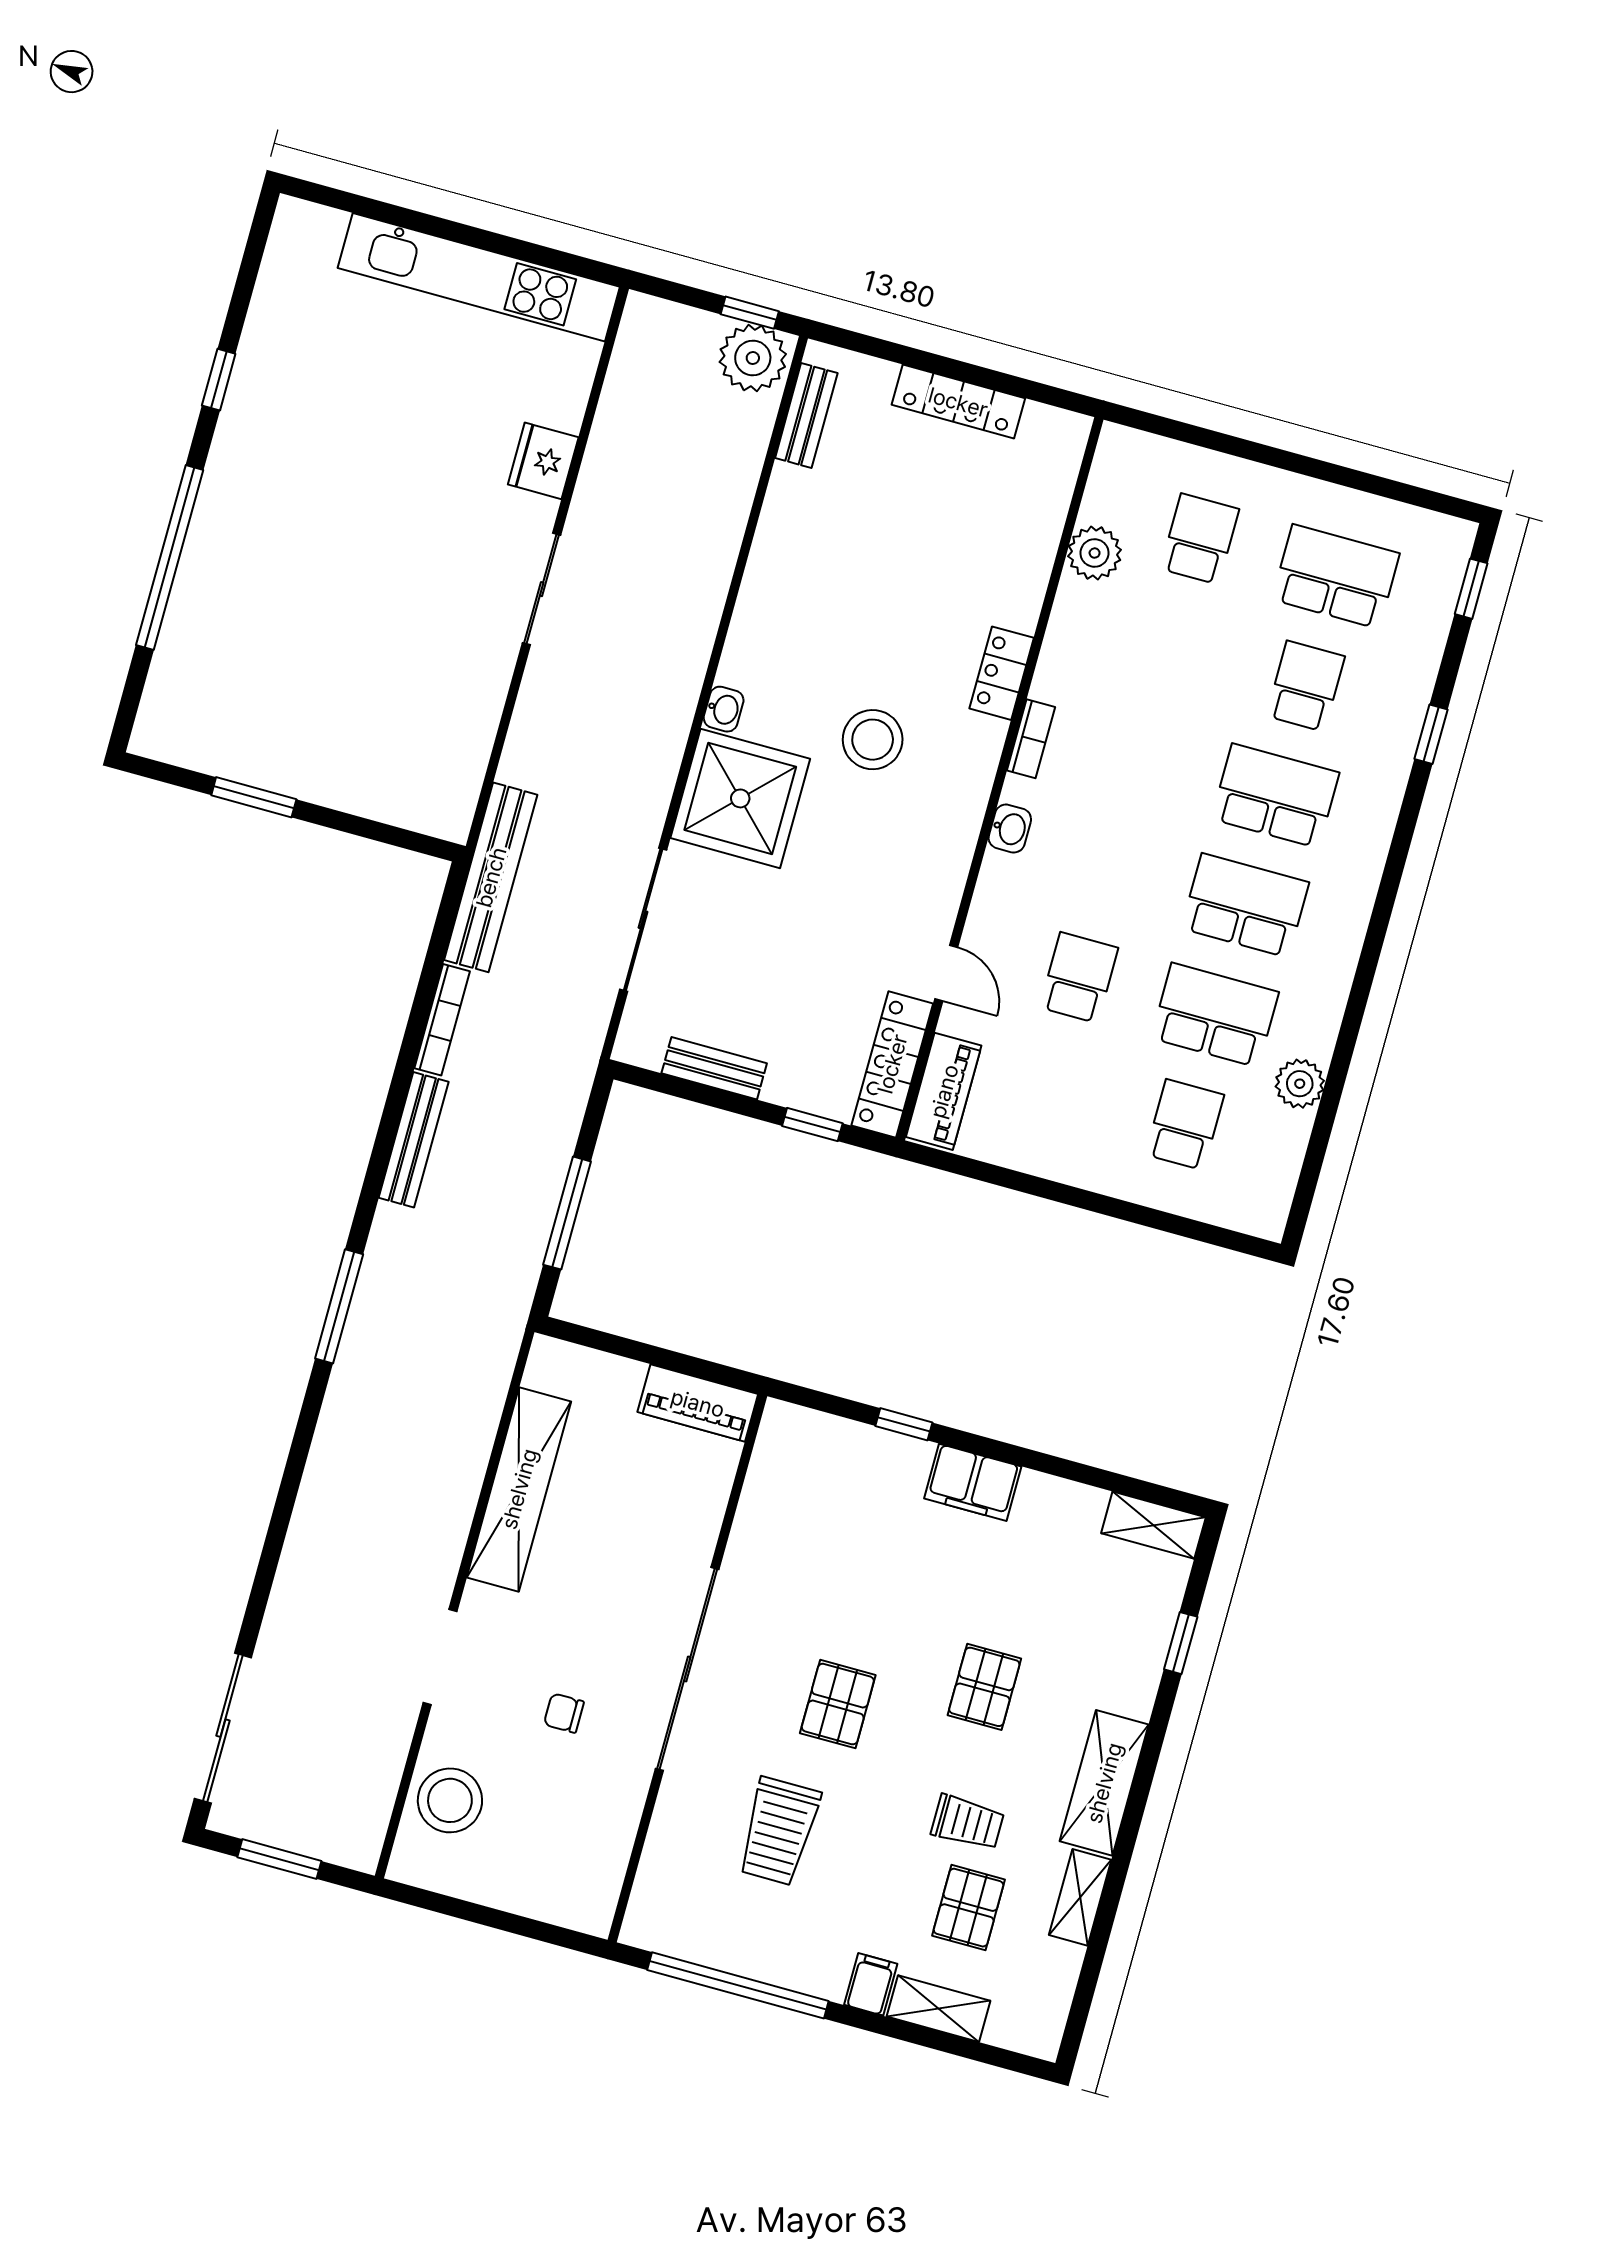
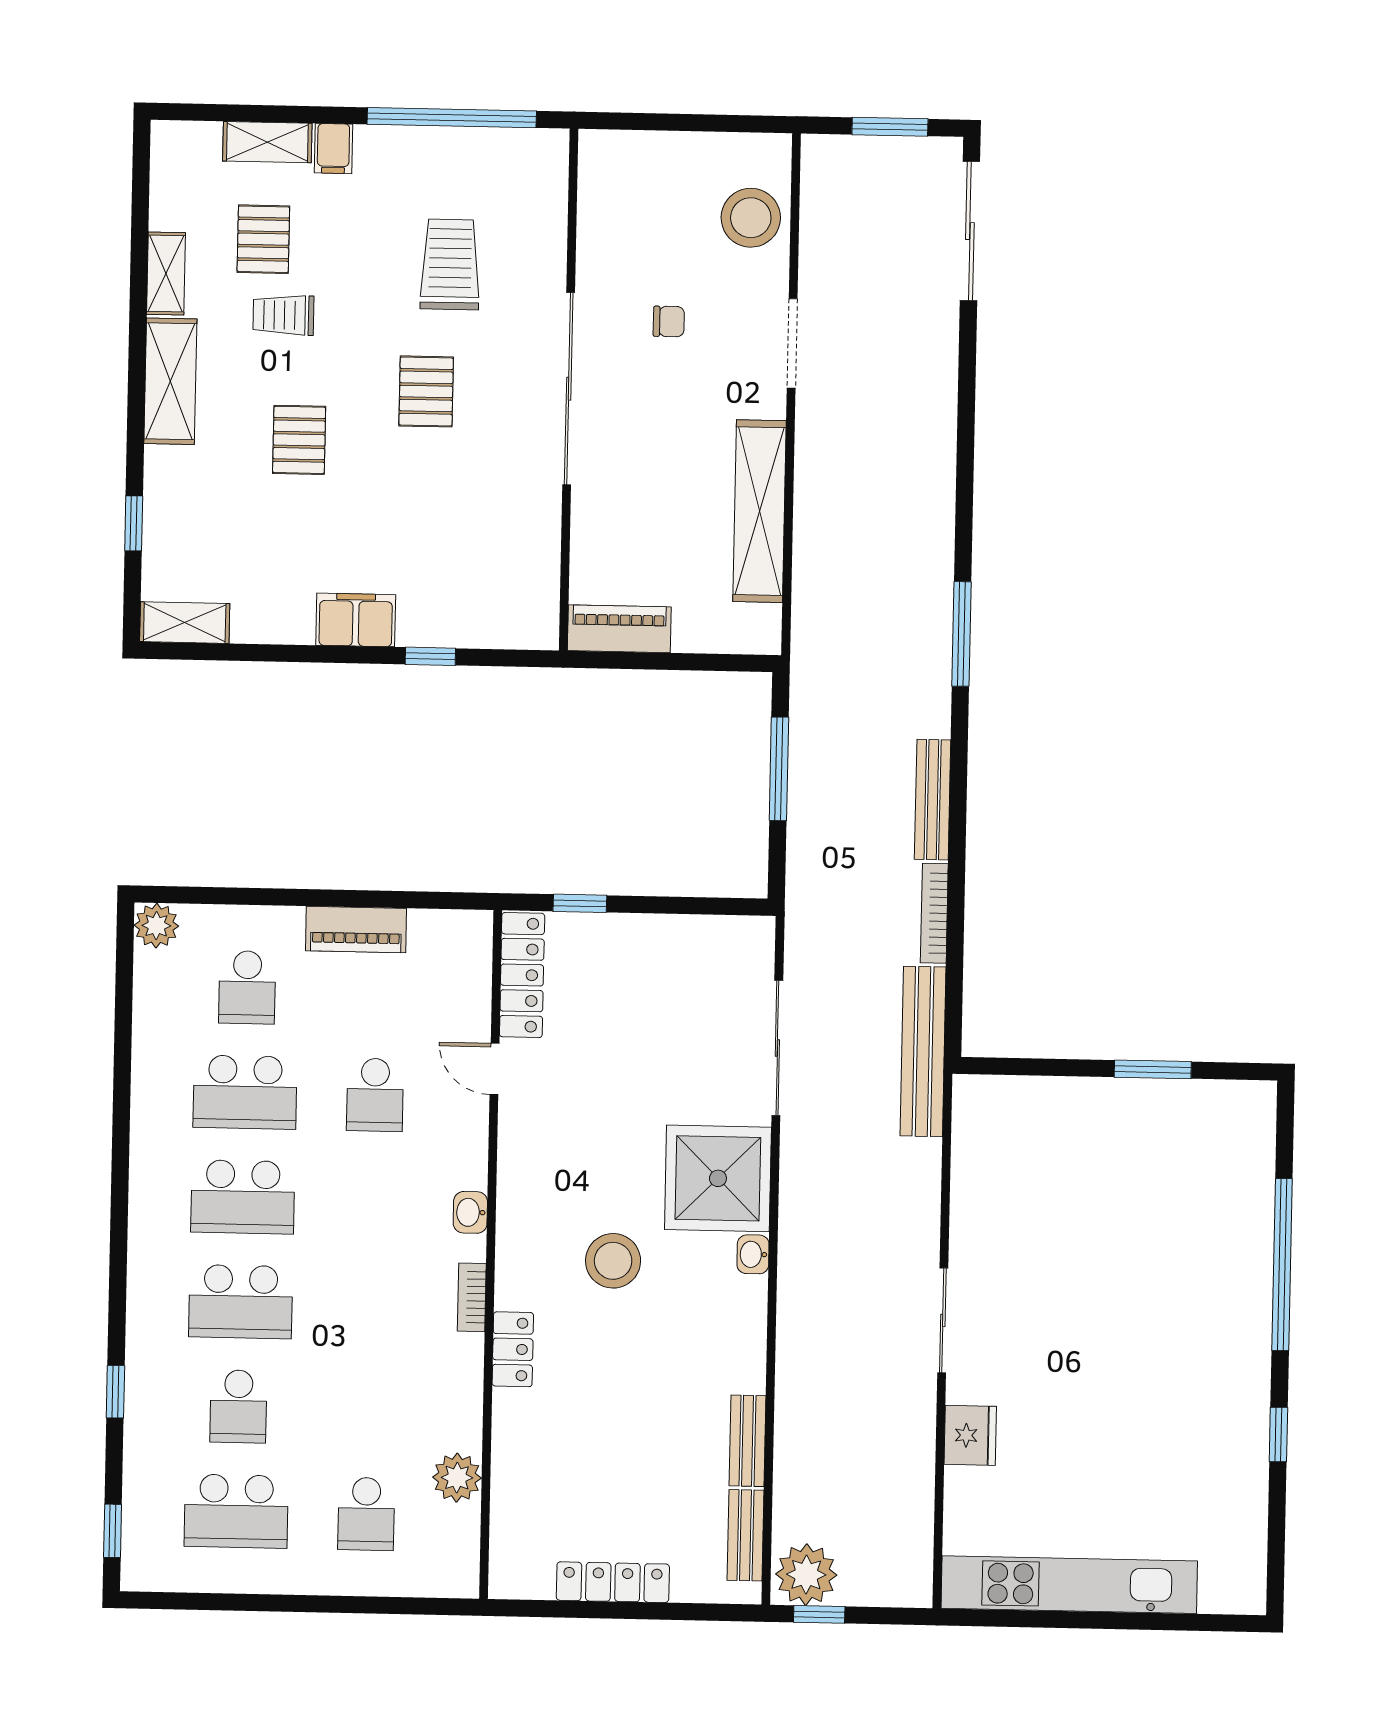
bench: (714, 1068) -> (747, 1441), moved, turned 90
plant: (1300, 1084) -> (156, 926), moved
piano: (944, 1091) -> (356, 930), moved, turned -90

